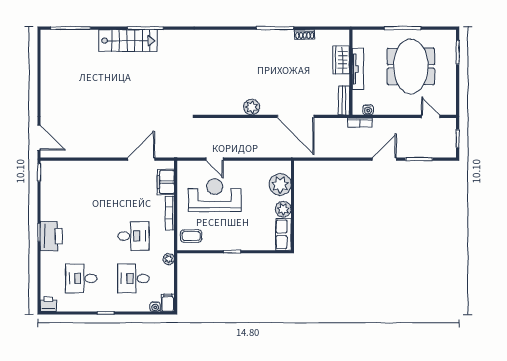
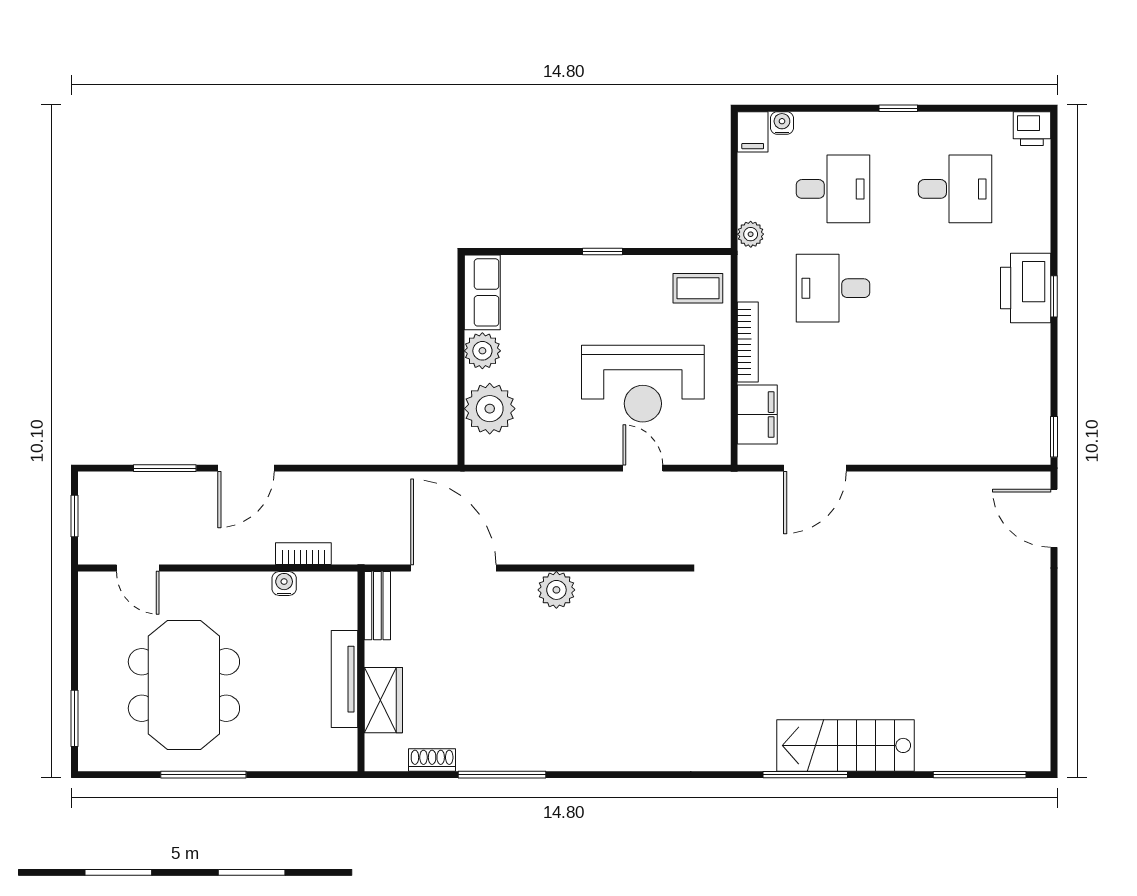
wardrobe: (341, 60) -> (383, 700), moved
tv unit: (358, 69) -> (344, 679), moved
wall: (351, 72) -> (361, 671), moved
bench: (344, 100) -> (377, 606), moved

